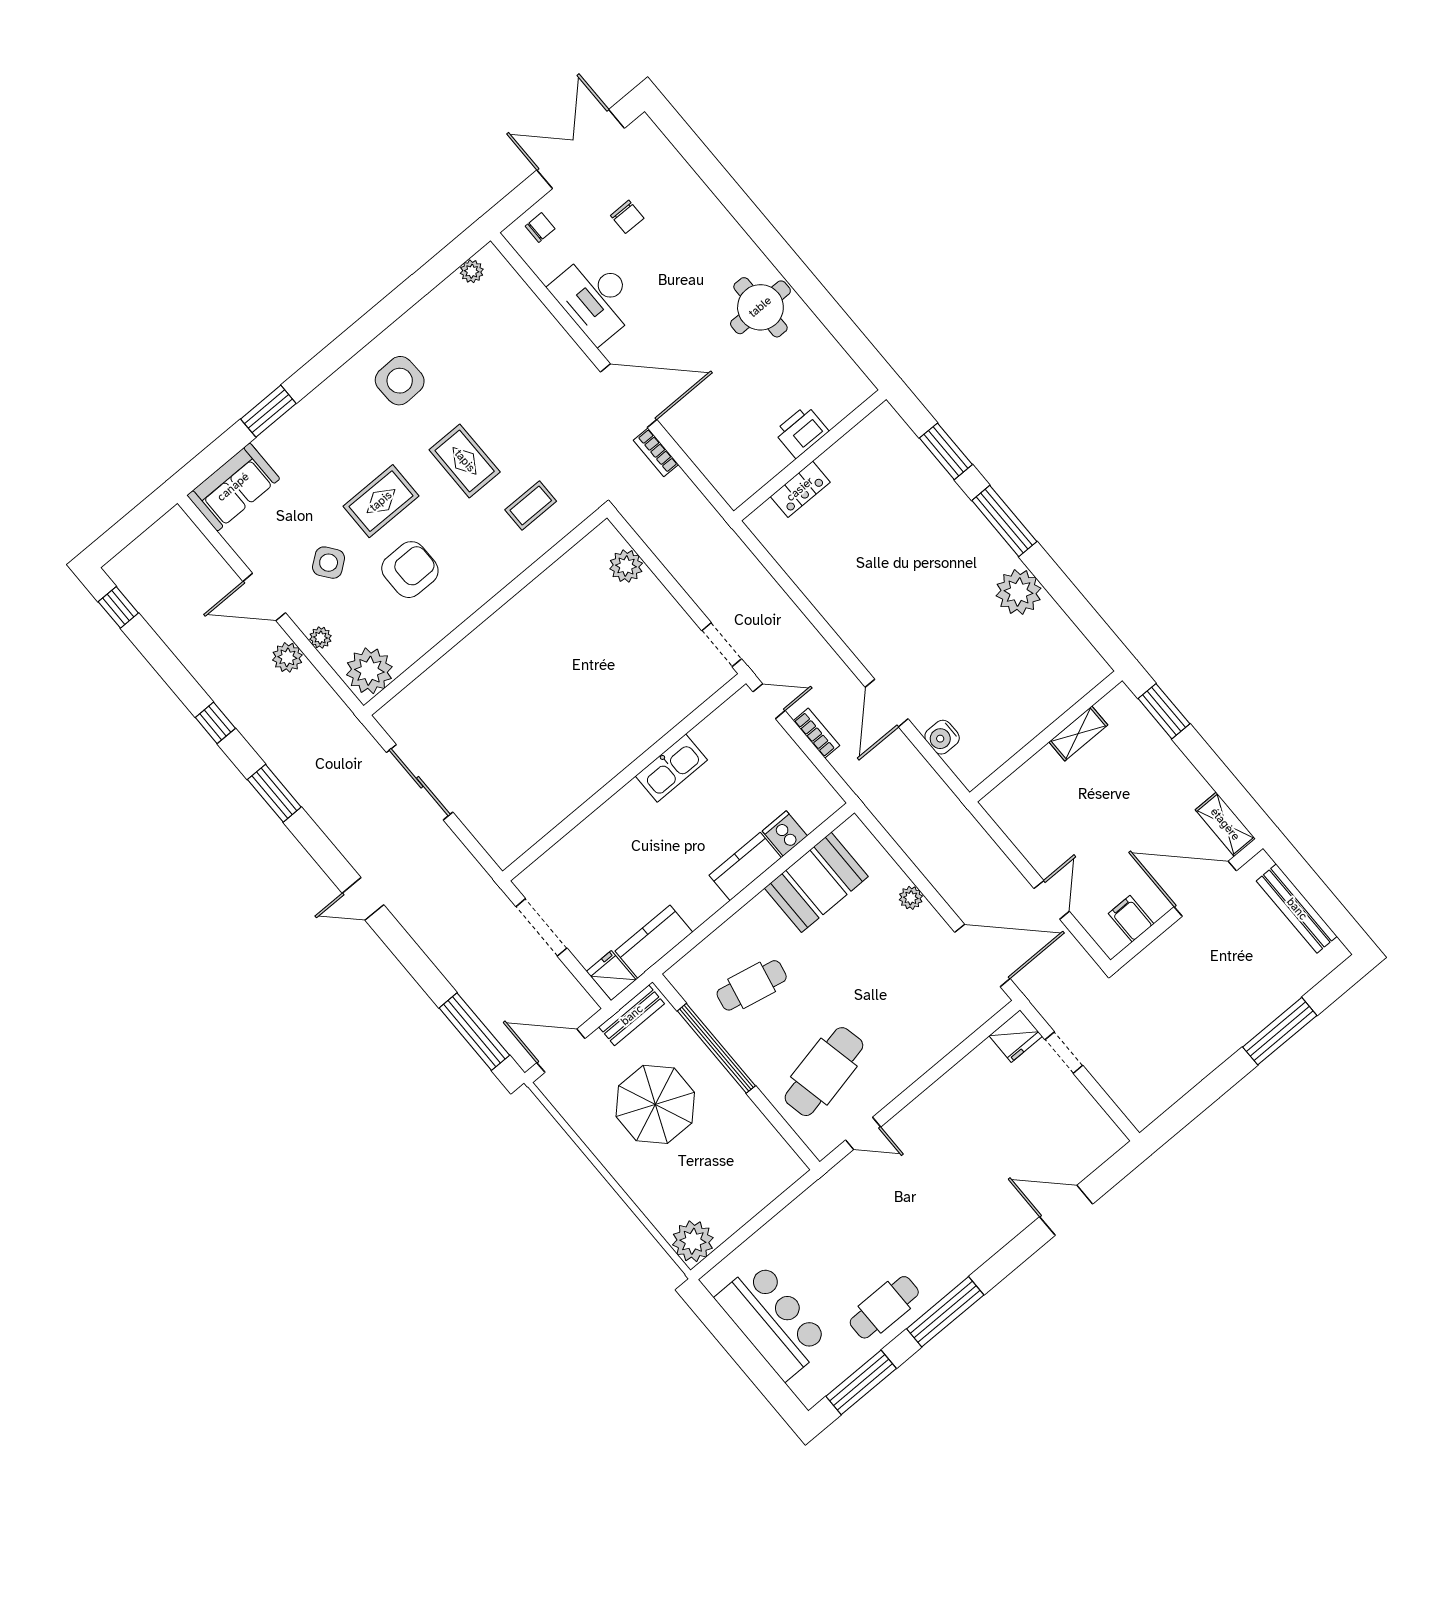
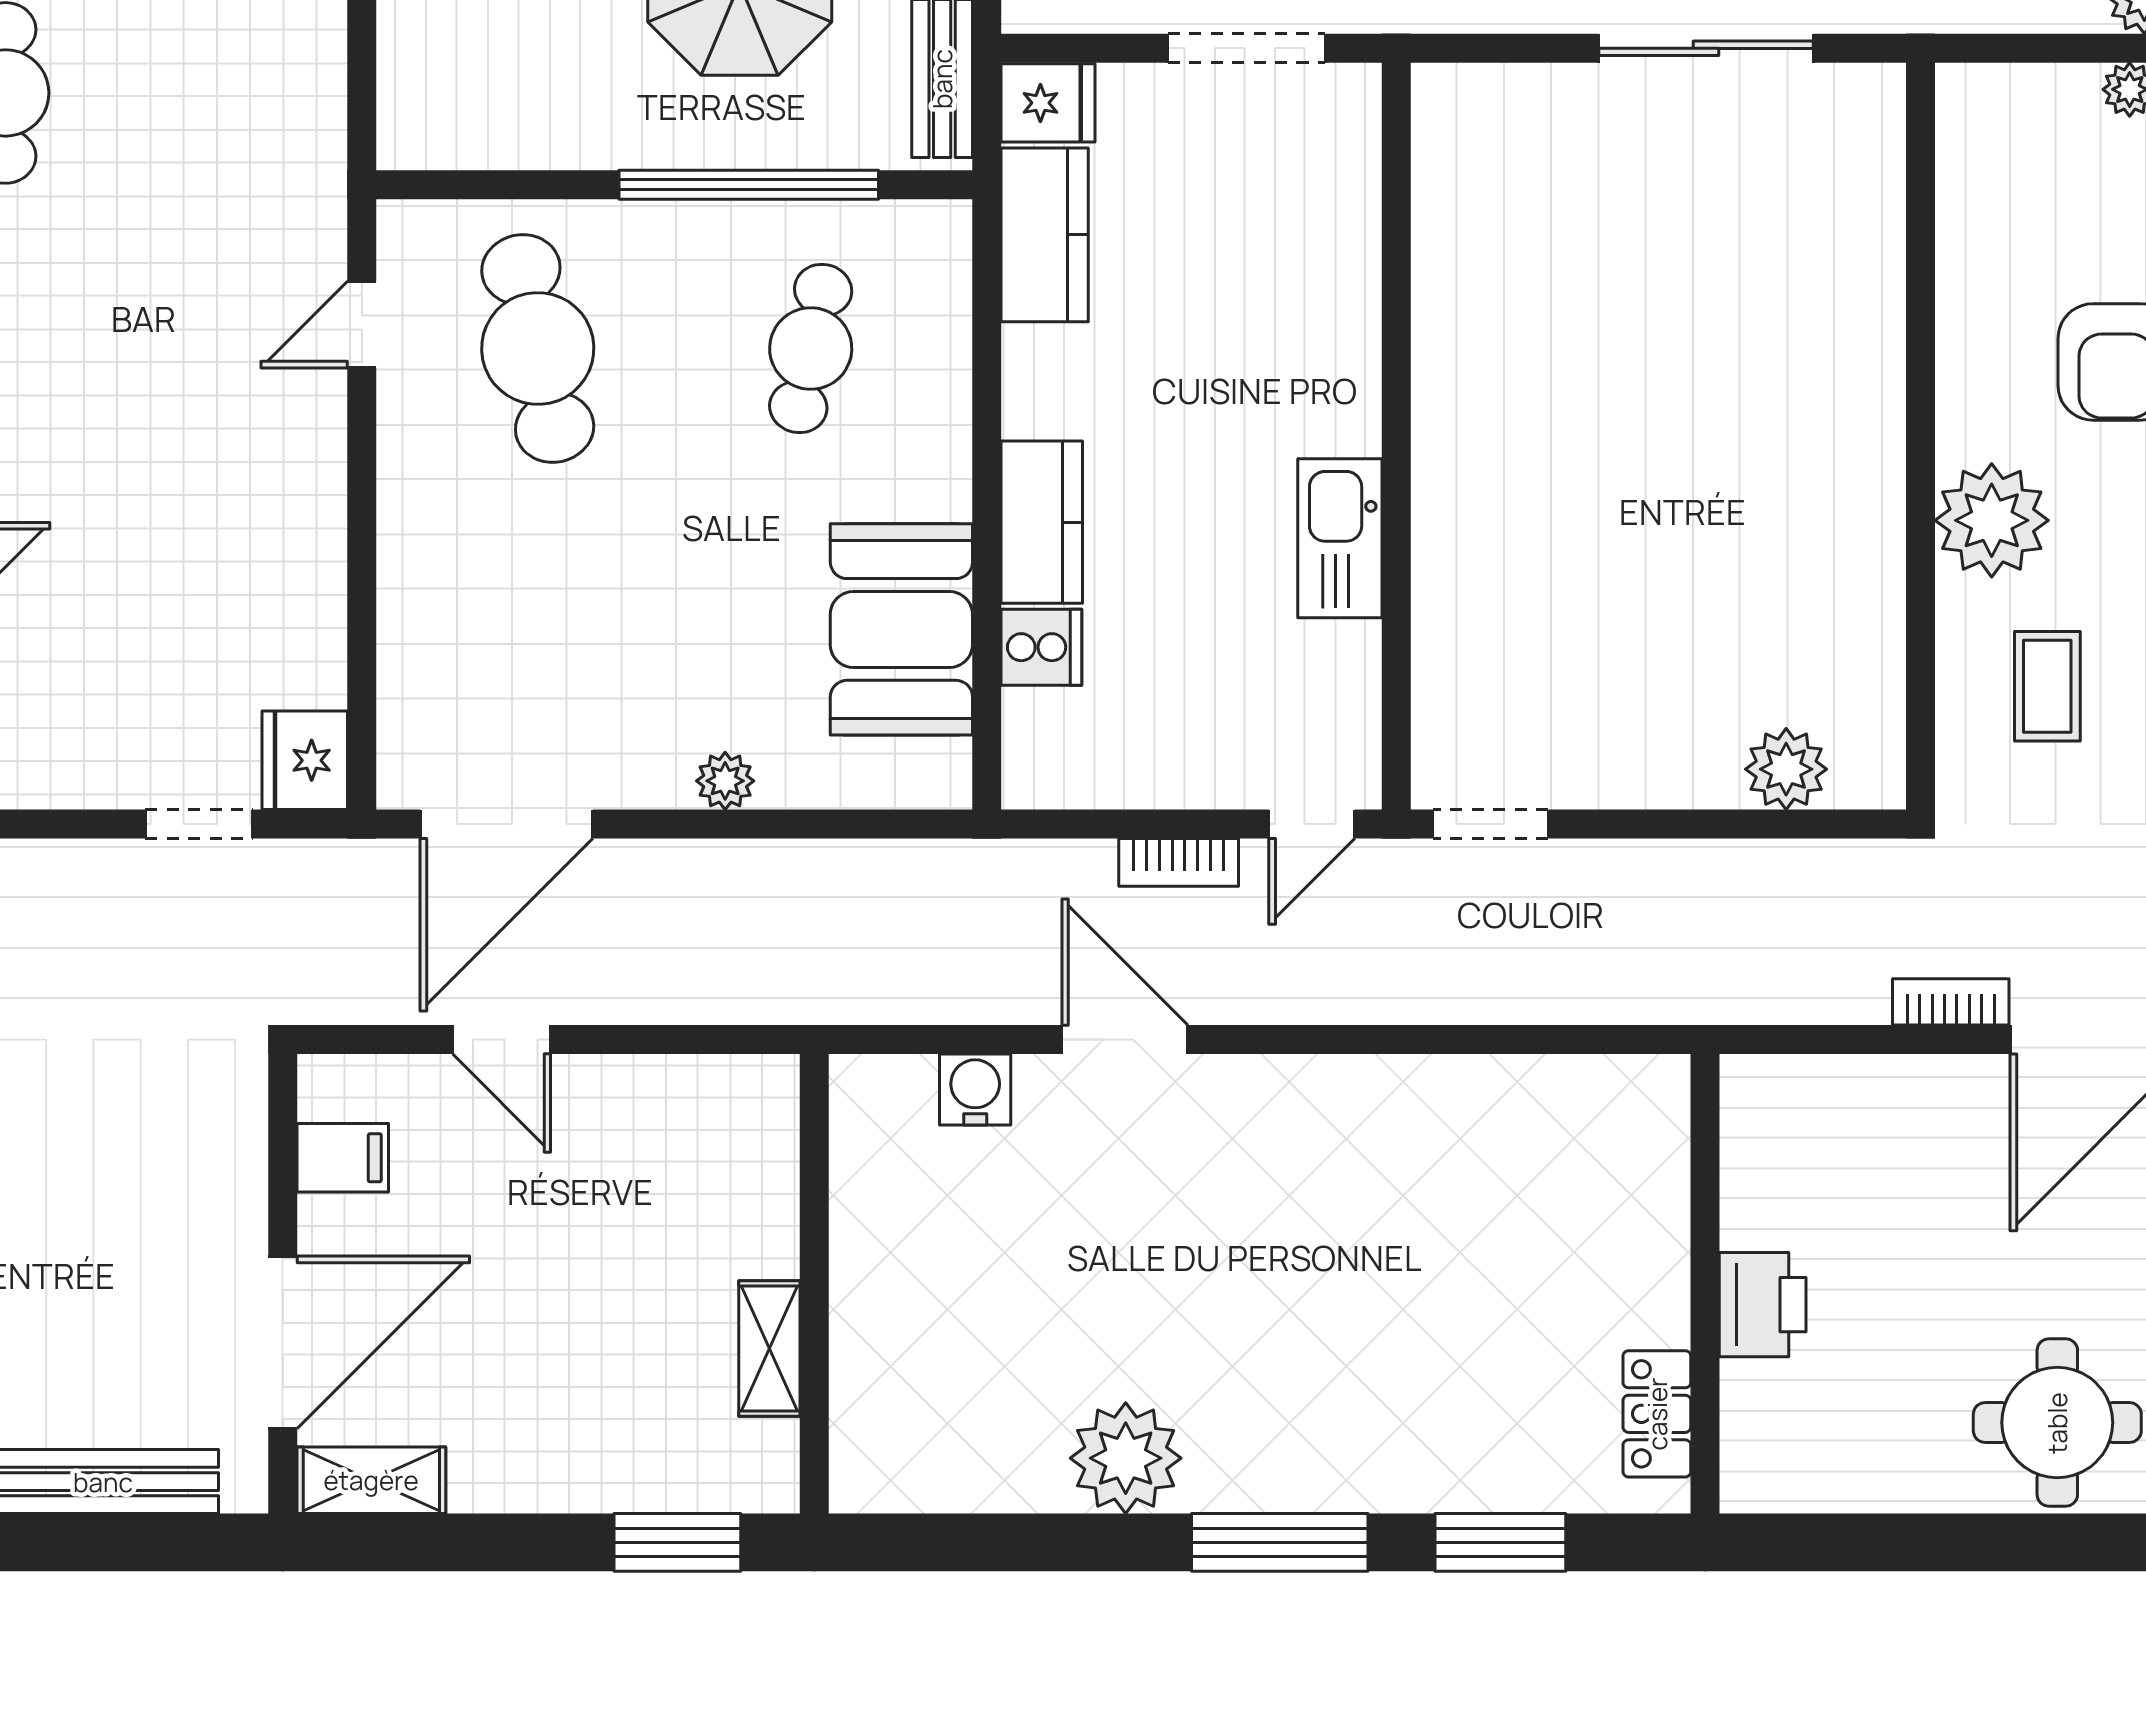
locker: (800, 489) -> (1657, 1414), moved
plant: (369, 671) -> (1992, 520), moved

